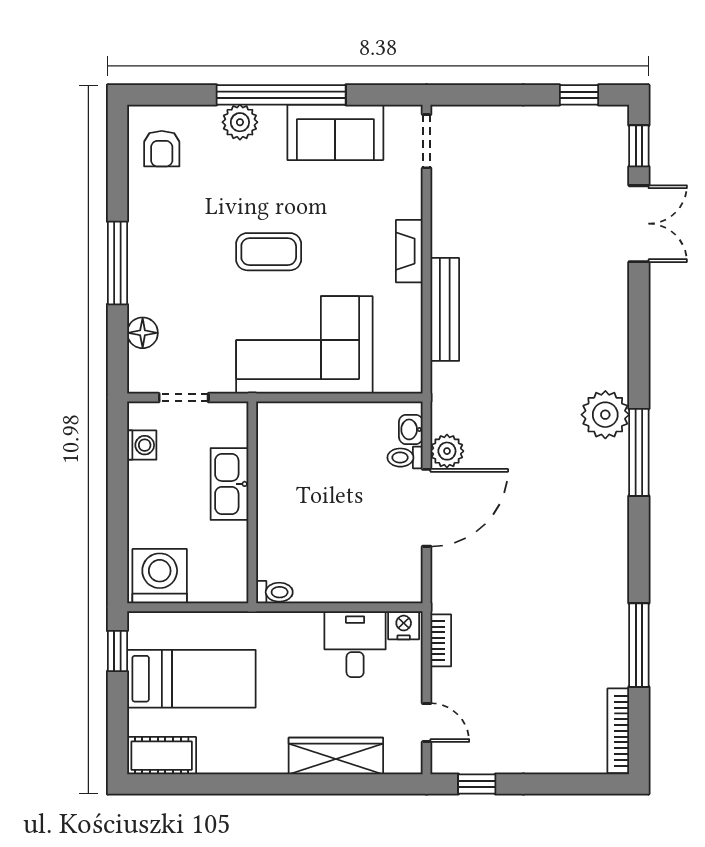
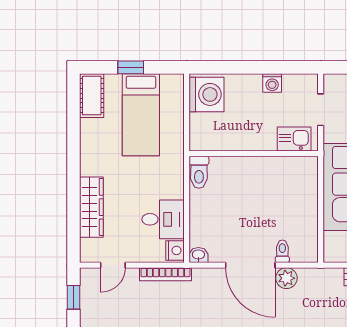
washbasin: (411, 429) -> (198, 255), moved
washing machine: (142, 445) -> (272, 83), moved
kitchen sink: (229, 484) -> (294, 139), moved, width x0.73
toilet: (274, 592) -> (199, 172), width x1.37, depth x1.39
bookcase: (441, 640) -> (165, 274), width x1.56
window: (117, 651) -> (131, 67), moved

